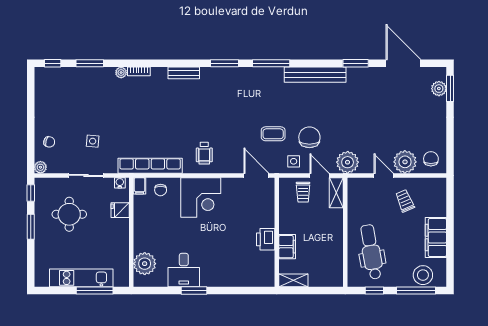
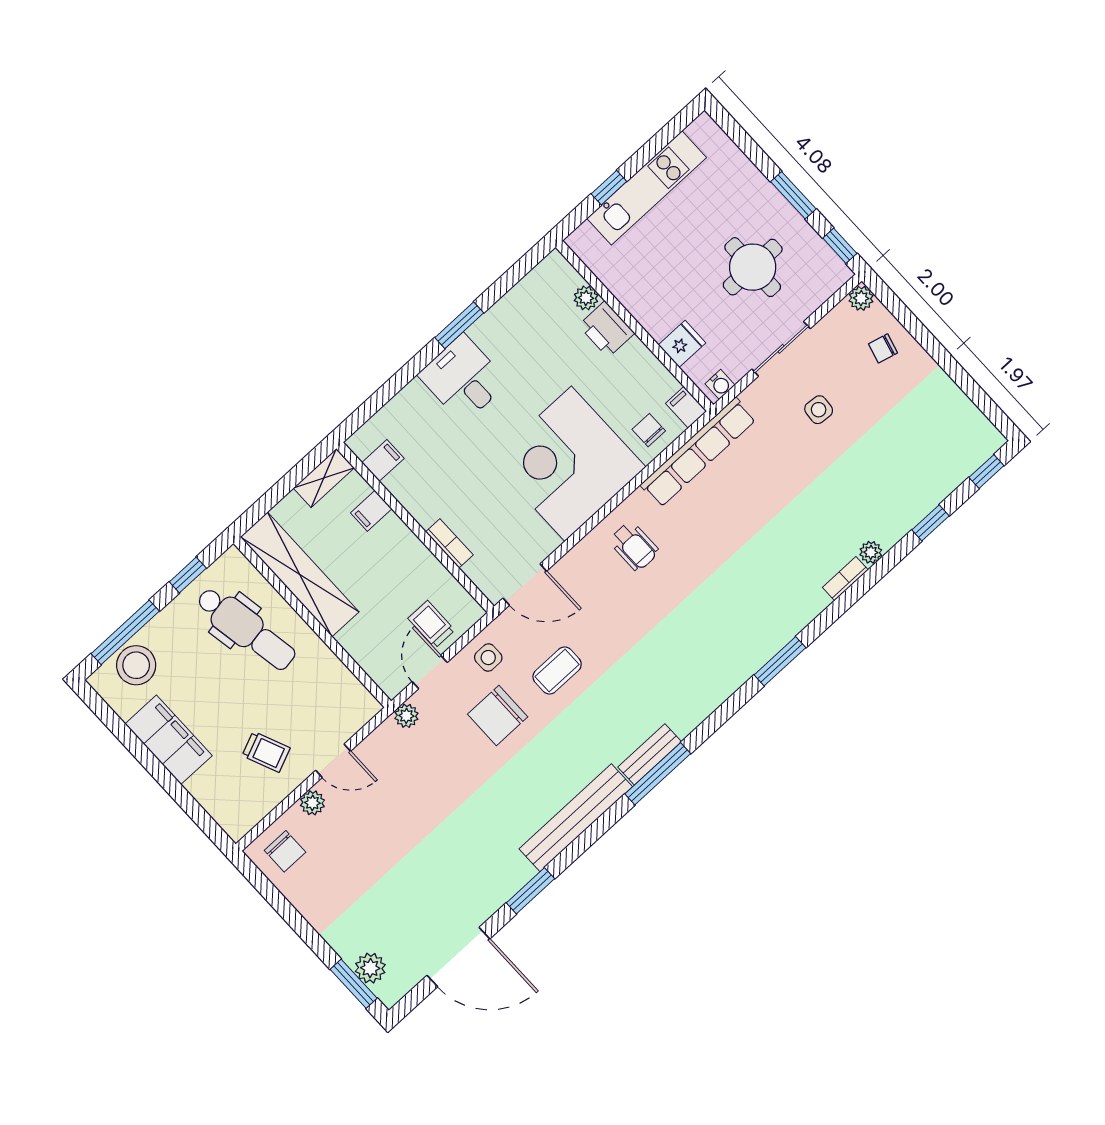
window: (90, 63) -> (930, 523), width x0.67
window: (225, 63) -> (780, 661), moved
bench: (184, 73) -> (650, 754), moved
chair: (309, 137) -> (498, 715), turned 90
wheelchair: (204, 153) -> (634, 546), turned 180
plant: (348, 162) -> (406, 716), width x0.53, depth x0.53
plant: (405, 162) -> (312, 803), width x0.53, depth x0.53
door: (319, 175) -> (430, 672), swing flipped
shelving: (336, 193) -> (300, 574), moved, width x2.20, depth x1.33
corner desk: (201, 197) -> (568, 464), width x1.36, depth x1.36
bookcase: (270, 215) -> (449, 543), added
printer: (266, 239) -> (606, 329), moved, turned 180
filing cabinet: (287, 247) -> (371, 511), width x0.50
plant: (145, 264) -> (586, 298), width x0.53, depth x0.53
filing cabinet: (266, 267) -> (383, 460), added
desk: (184, 270) -> (463, 379), moved
window: (95, 290) -> (609, 188), width x0.46

